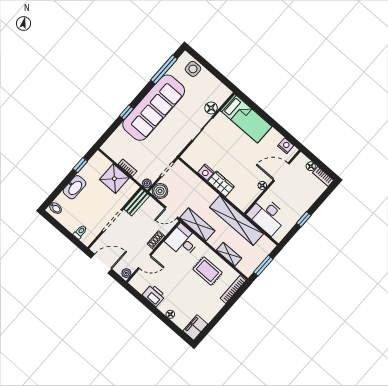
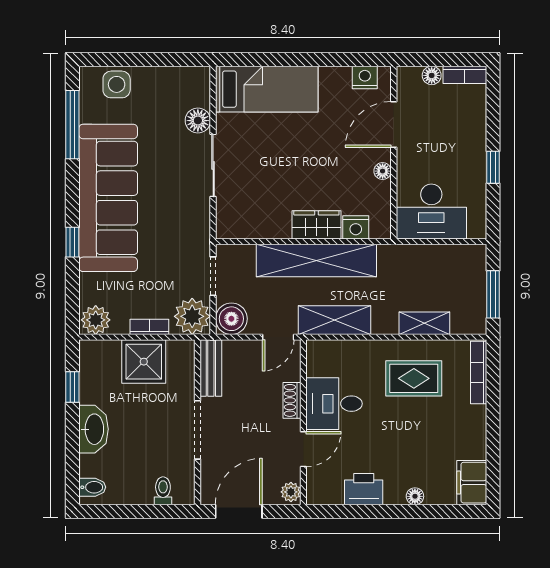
plant: (110, 148) -> (96, 320), added
nightstand: (206, 172) -> (356, 227), moved
plant: (147, 183) -> (192, 316), width x1.88, depth x1.88
shelving: (237, 221) -> (316, 261), moved
desk: (182, 241) -> (334, 404), moved

